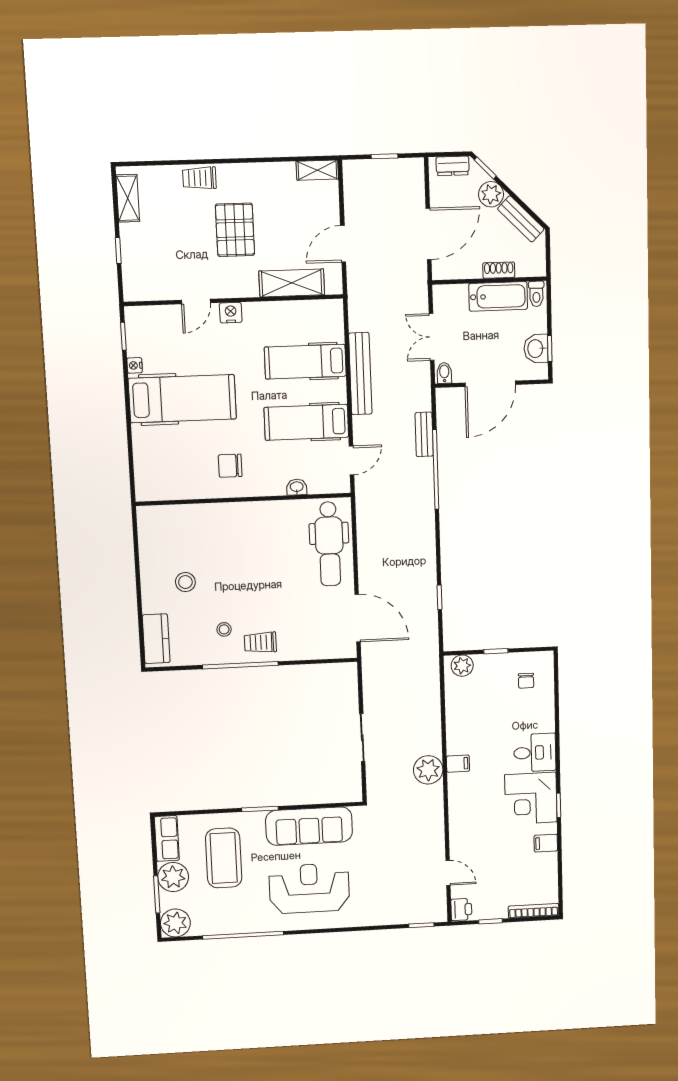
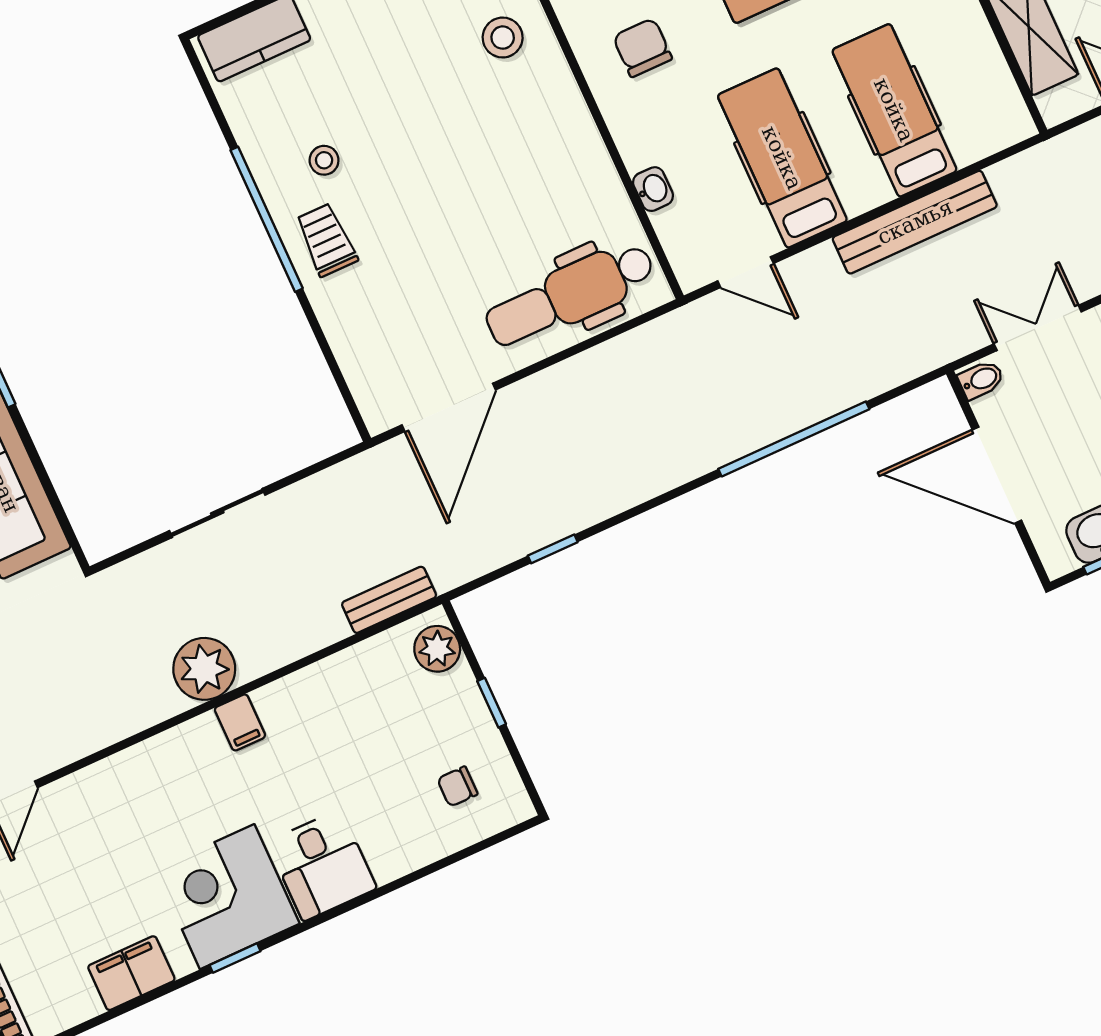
bench: (424, 434) -> (389, 600), moved
stool: (185, 582) -> (503, 38), moved
filing cabinet: (546, 843) -> (131, 973), width x2.00

